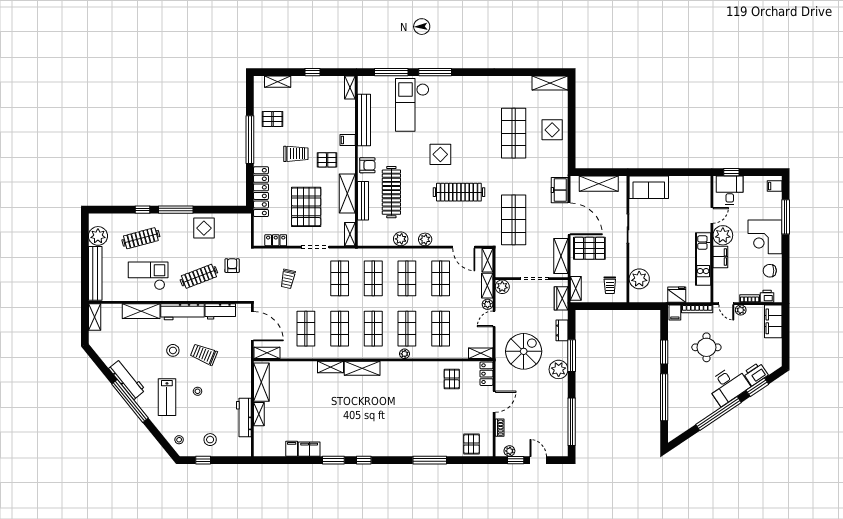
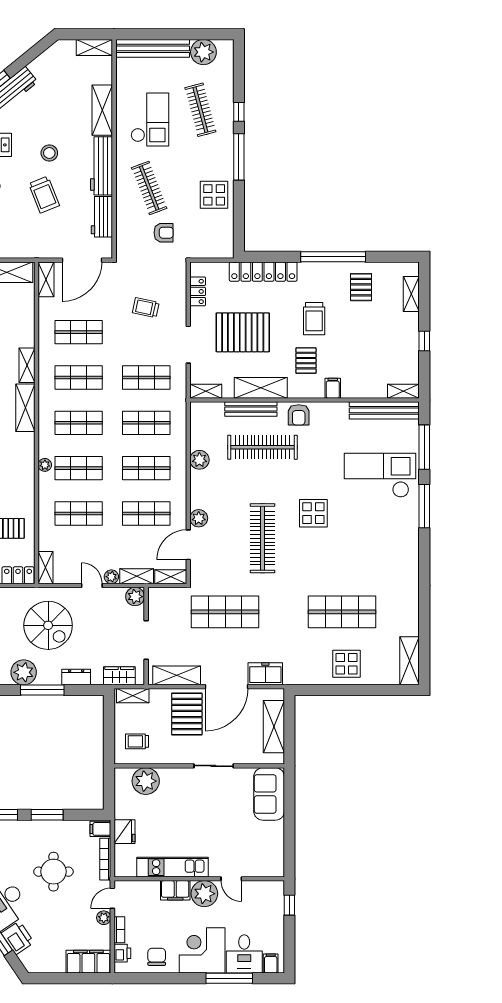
bench: (364, 120) -> (384, 410), moved
desk: (730, 190) -> (244, 954), moved, turned 90
plant: (425, 239) -> (199, 518), moved
trolley: (204, 354) -> (44, 195), turned 136

